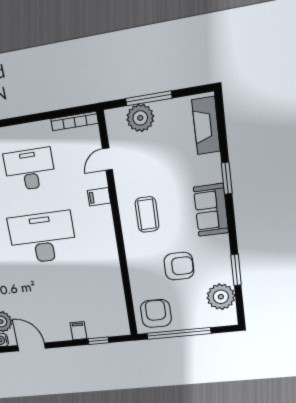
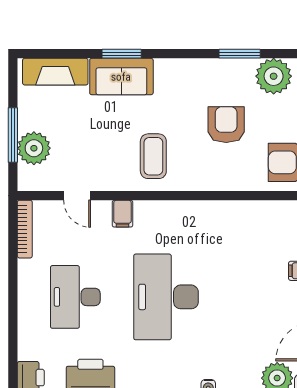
sofa: (211, 210) -> (121, 77), moved
coffee table: (147, 214) -> (153, 156), turned 90

